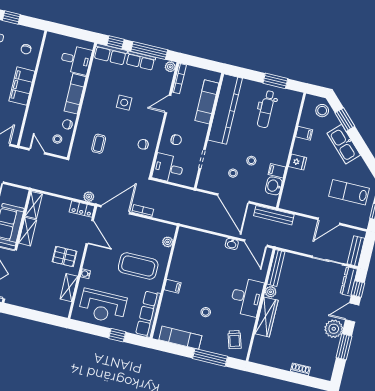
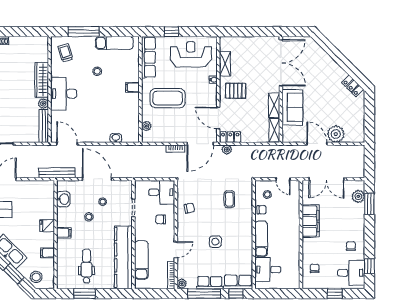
filing cabinet: (22, 86) -> (311, 221), moved
filing cabinet: (277, 171) -> (64, 233), moved
washbasin: (232, 244) -> (116, 138), moved

